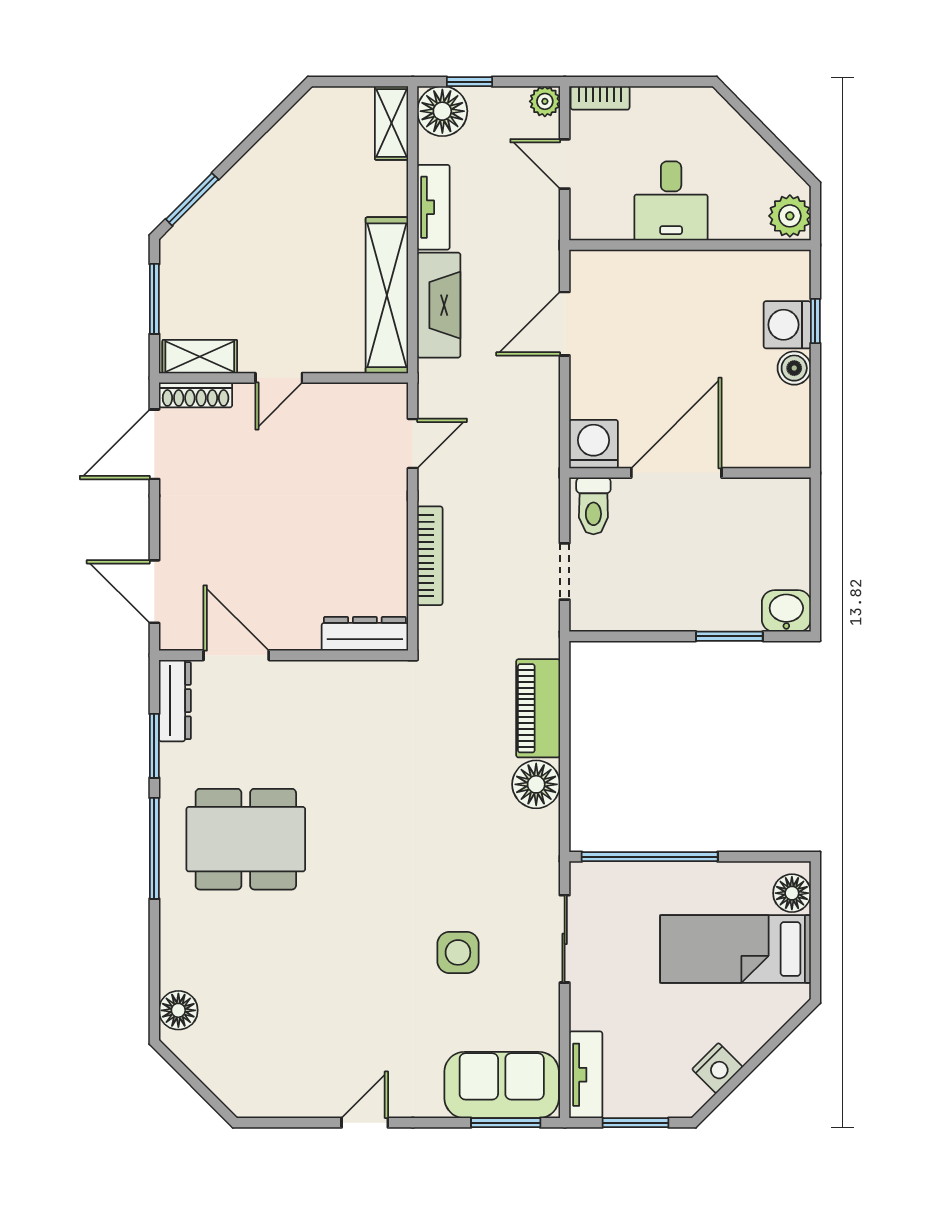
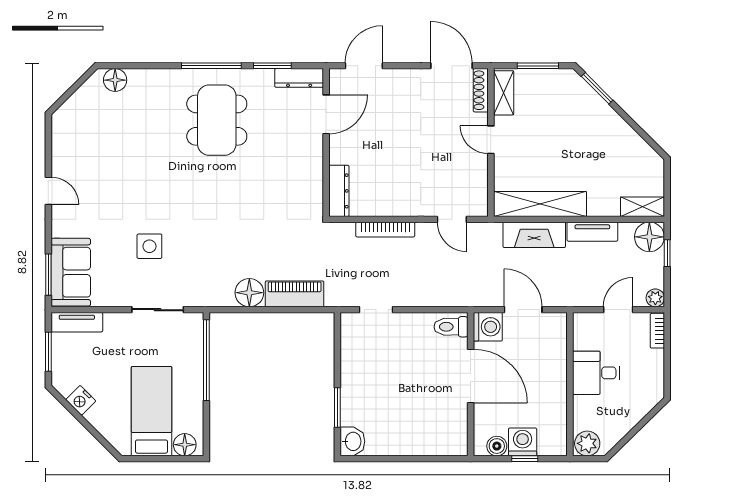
washing machine: (594, 444) -> (488, 327), moved
door: (676, 473) -> (471, 376), moved
wall: (690, 473) -> (471, 384), moved
toilet: (593, 506) -> (451, 327), moved

